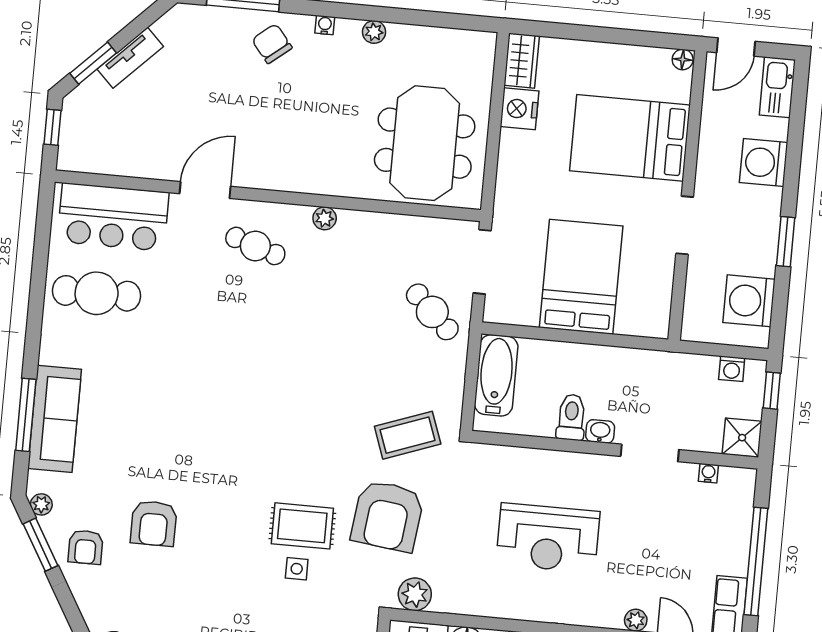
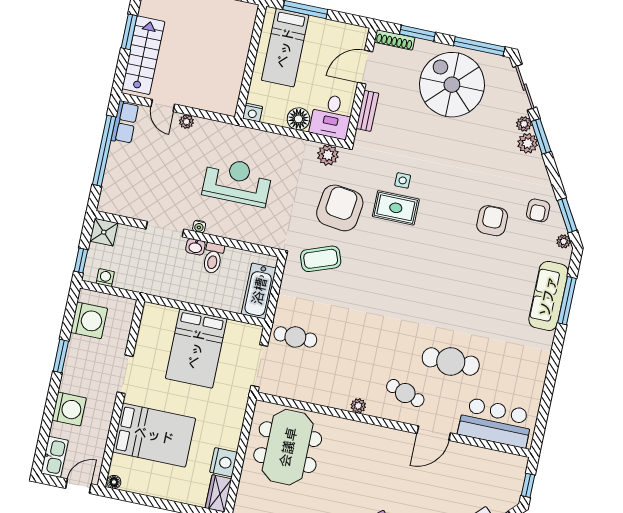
cafe table: (97, 293) -> (451, 361), moved
cafe table: (432, 312) -> (295, 337), turned -44
water cooler: (708, 473) -> (199, 227), moved
armchair: (86, 547) -> (538, 210), turned 180

